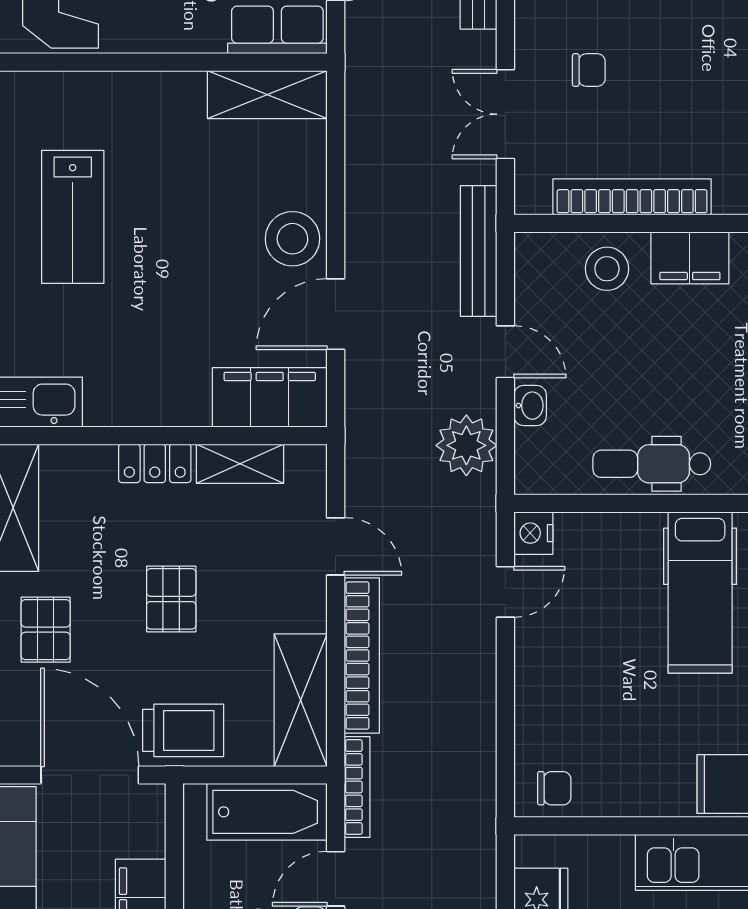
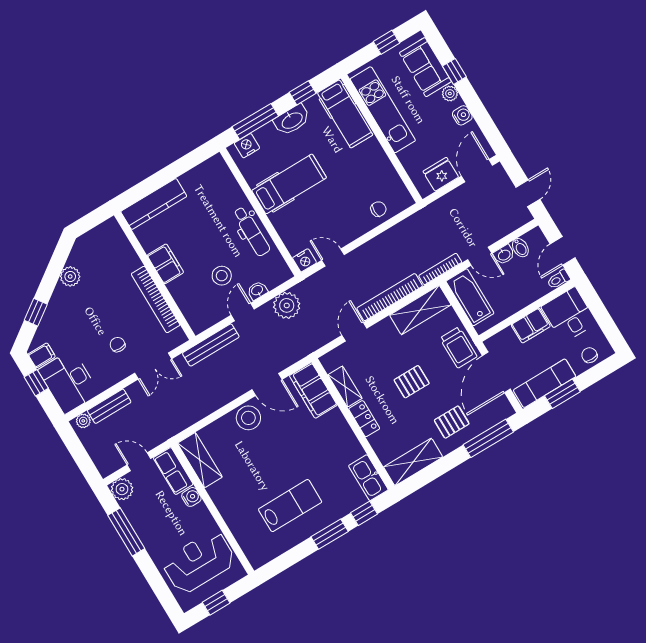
water cooler: (205, 35) -> (191, 497), added
stool: (607, 269) -> (222, 276), moved
trolley: (183, 730) -> (458, 347), turned 180
chair: (554, 788) -> (378, 209), moved, turned 90

